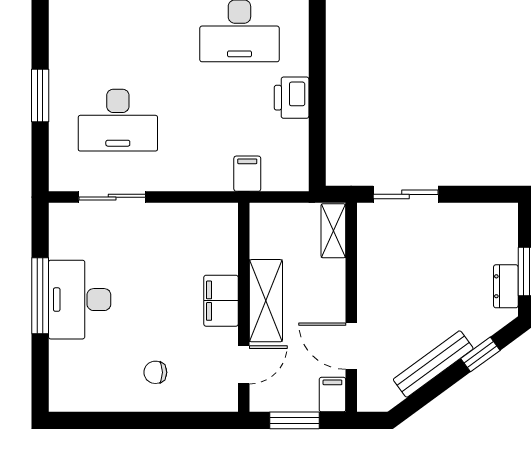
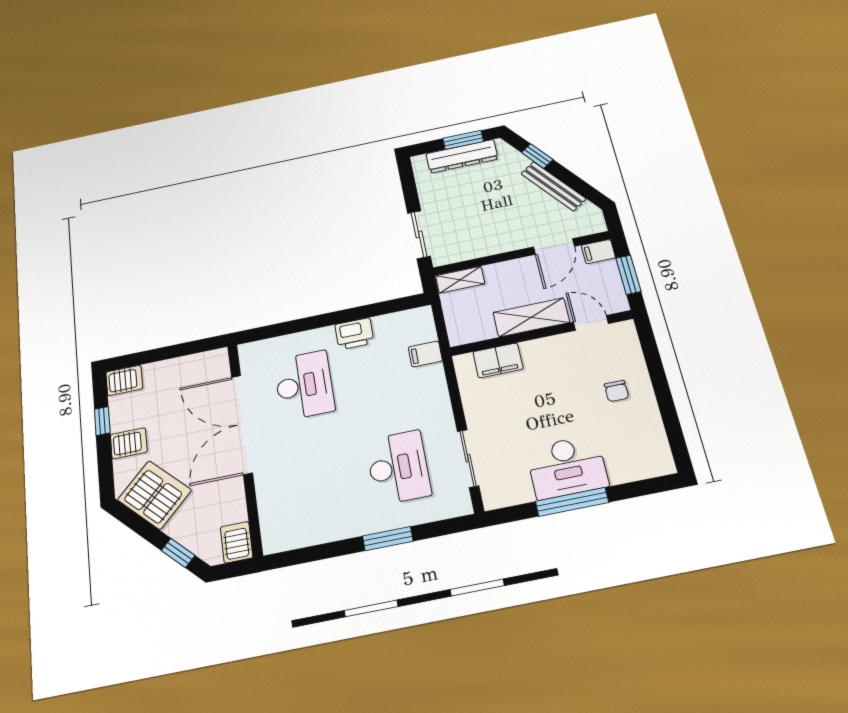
dresser: (506, 286) -> (462, 156), width x1.96, depth x1.24
filing cabinet: (221, 301) -> (498, 360), moved

